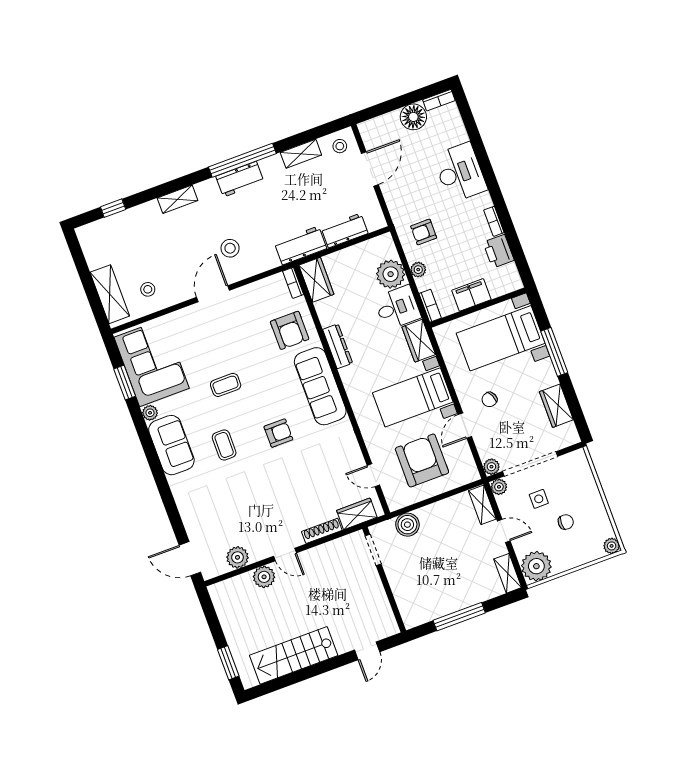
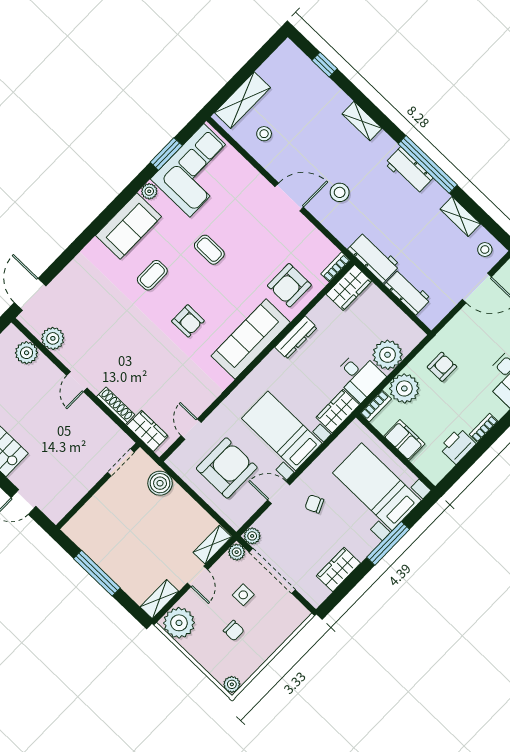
armchair: (424, 232) -> (442, 367), turned 90
plant: (418, 270) -> (404, 388), width x1.88, depth x1.88
plant: (264, 577) -> (27, 353), moved

